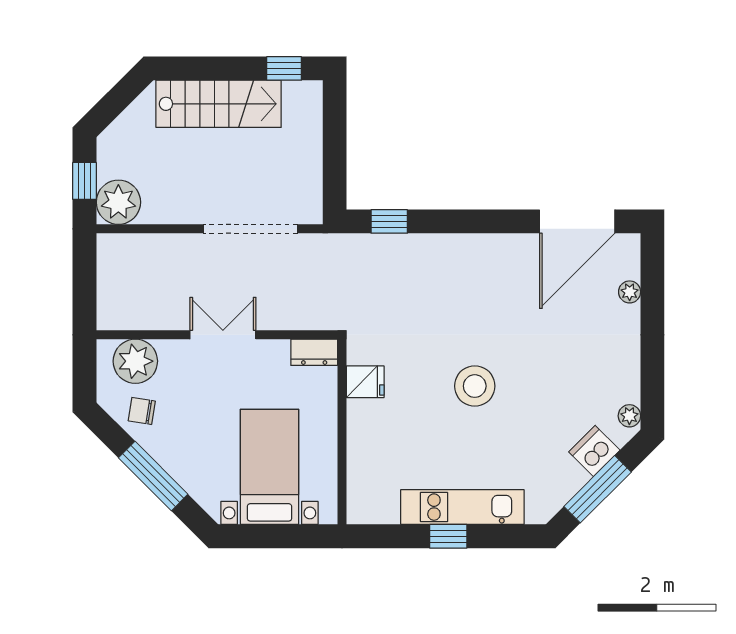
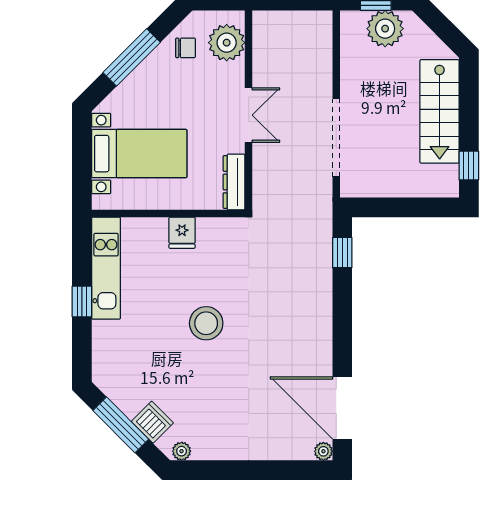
plant: (118, 202) -> (385, 29), moved
plant: (630, 292) -> (323, 451), moved
dresser: (314, 352) -> (234, 182), width x1.44
fridge: (365, 382) -> (182, 233), moved
chair: (142, 411) -> (186, 48), turned 81
kitchen unit: (462, 507) -> (106, 268), moved

